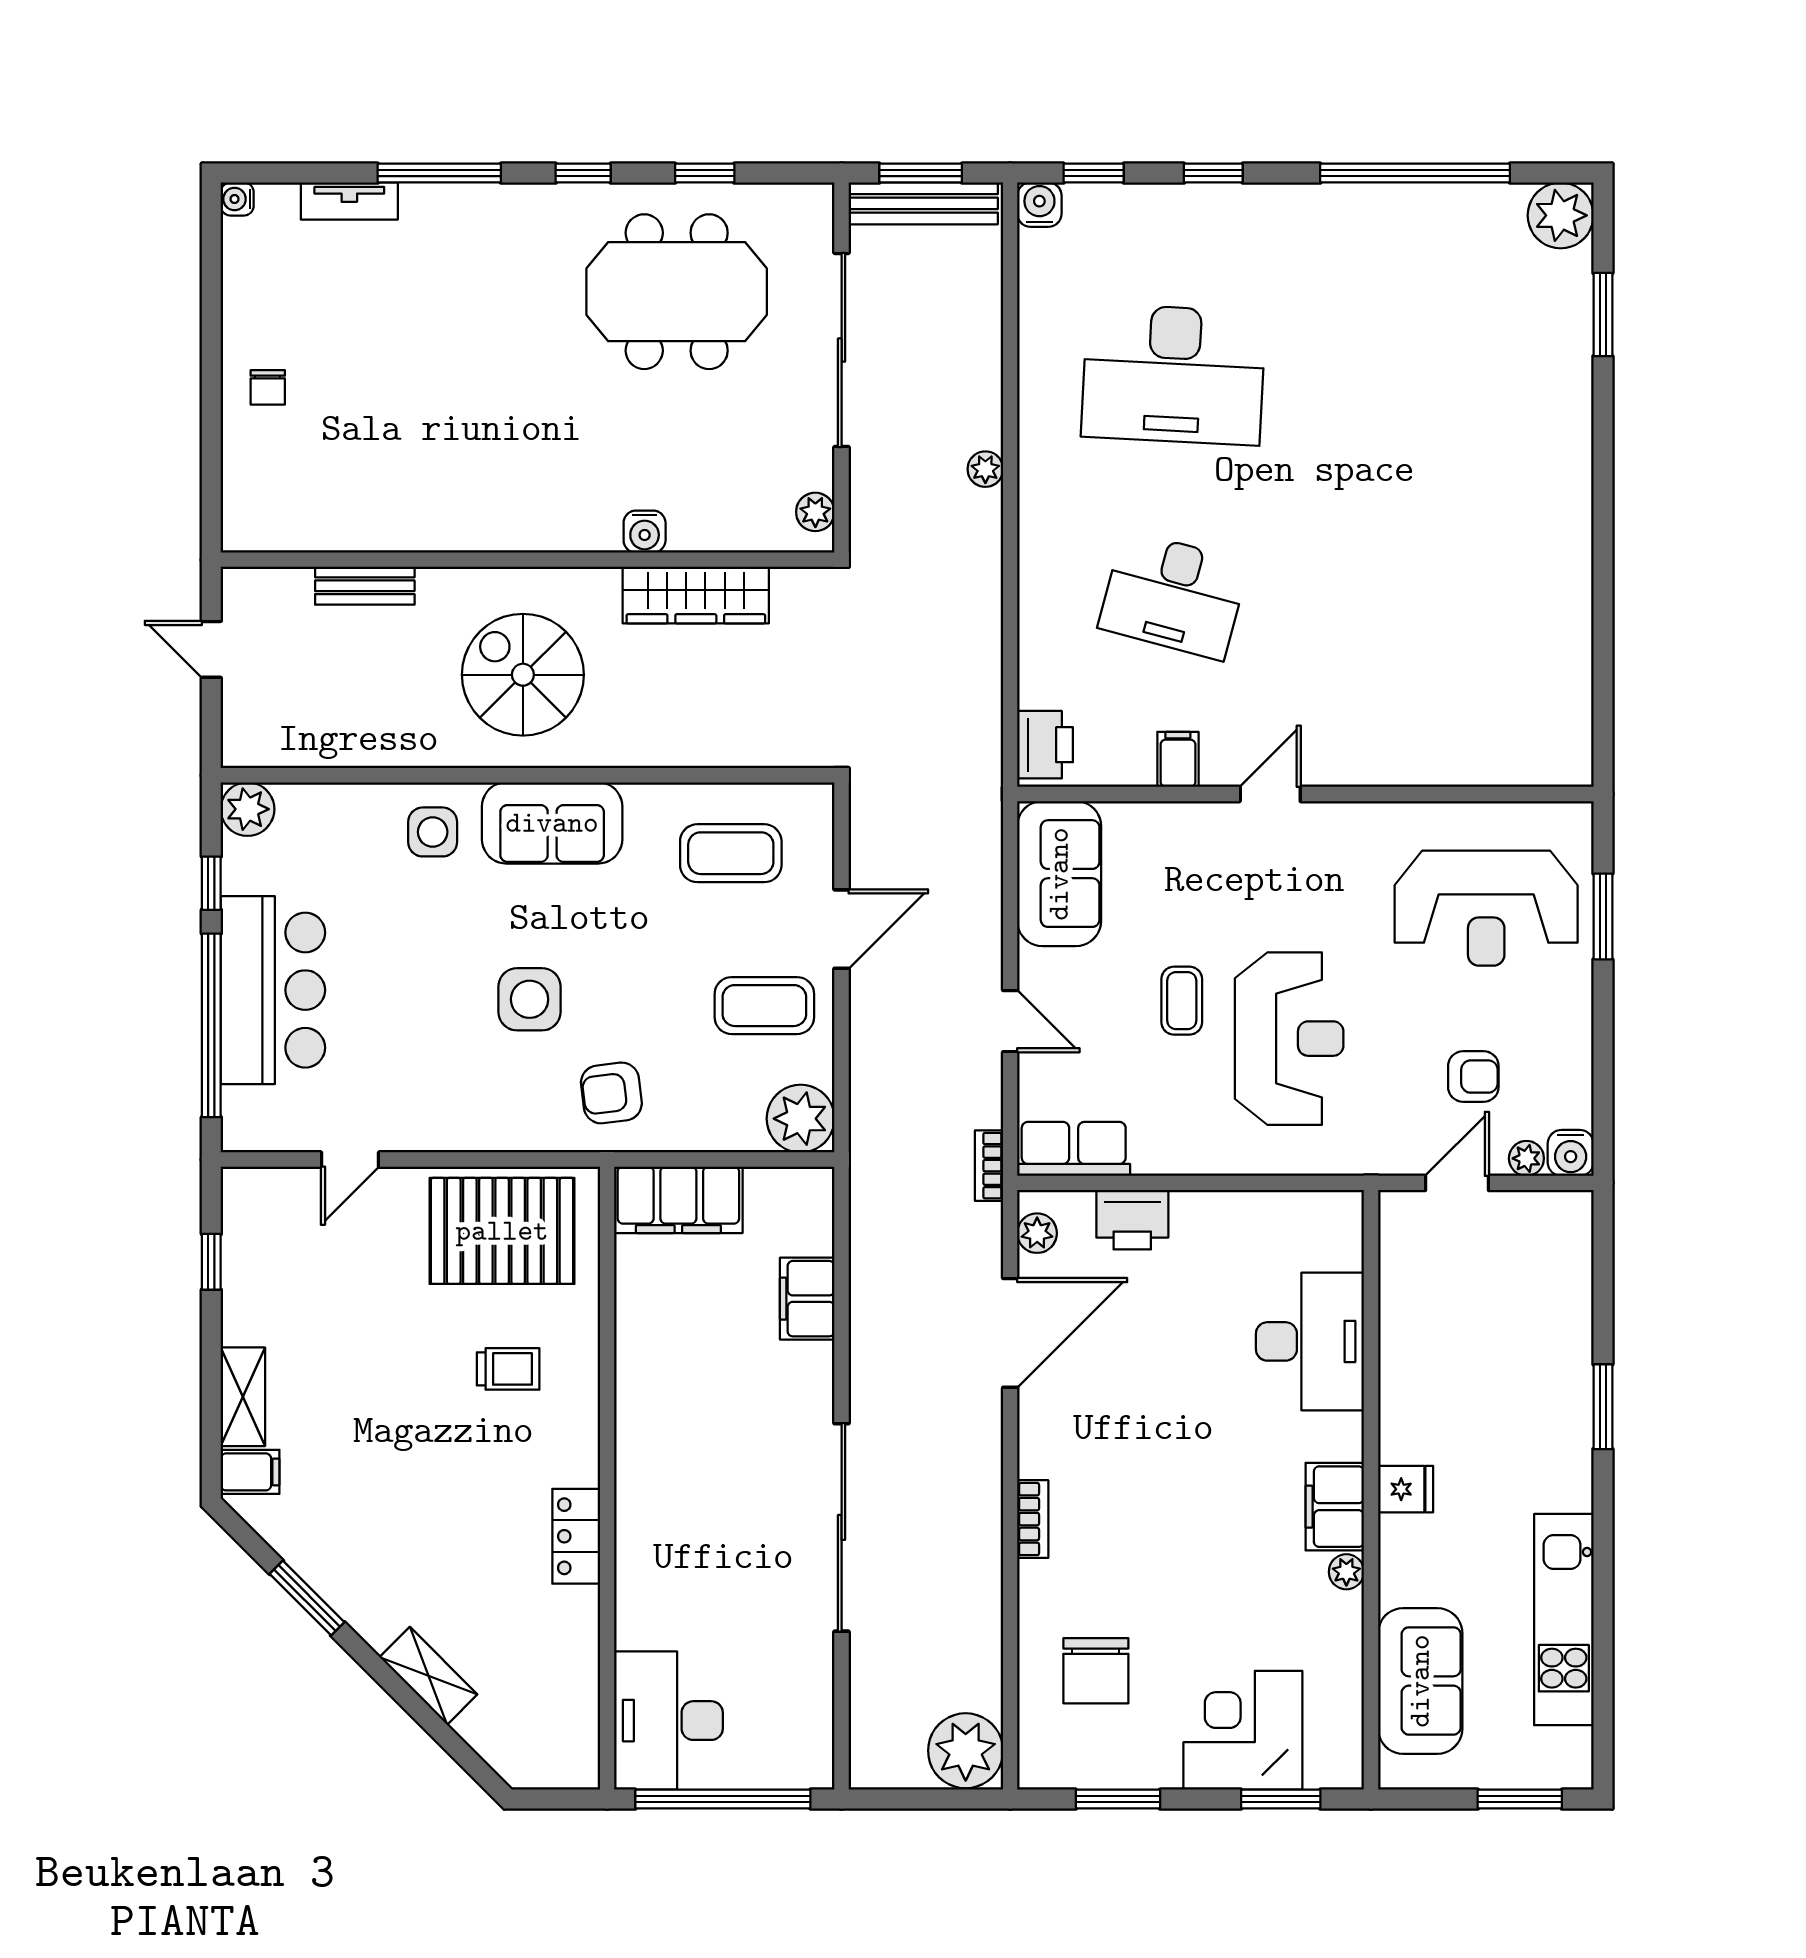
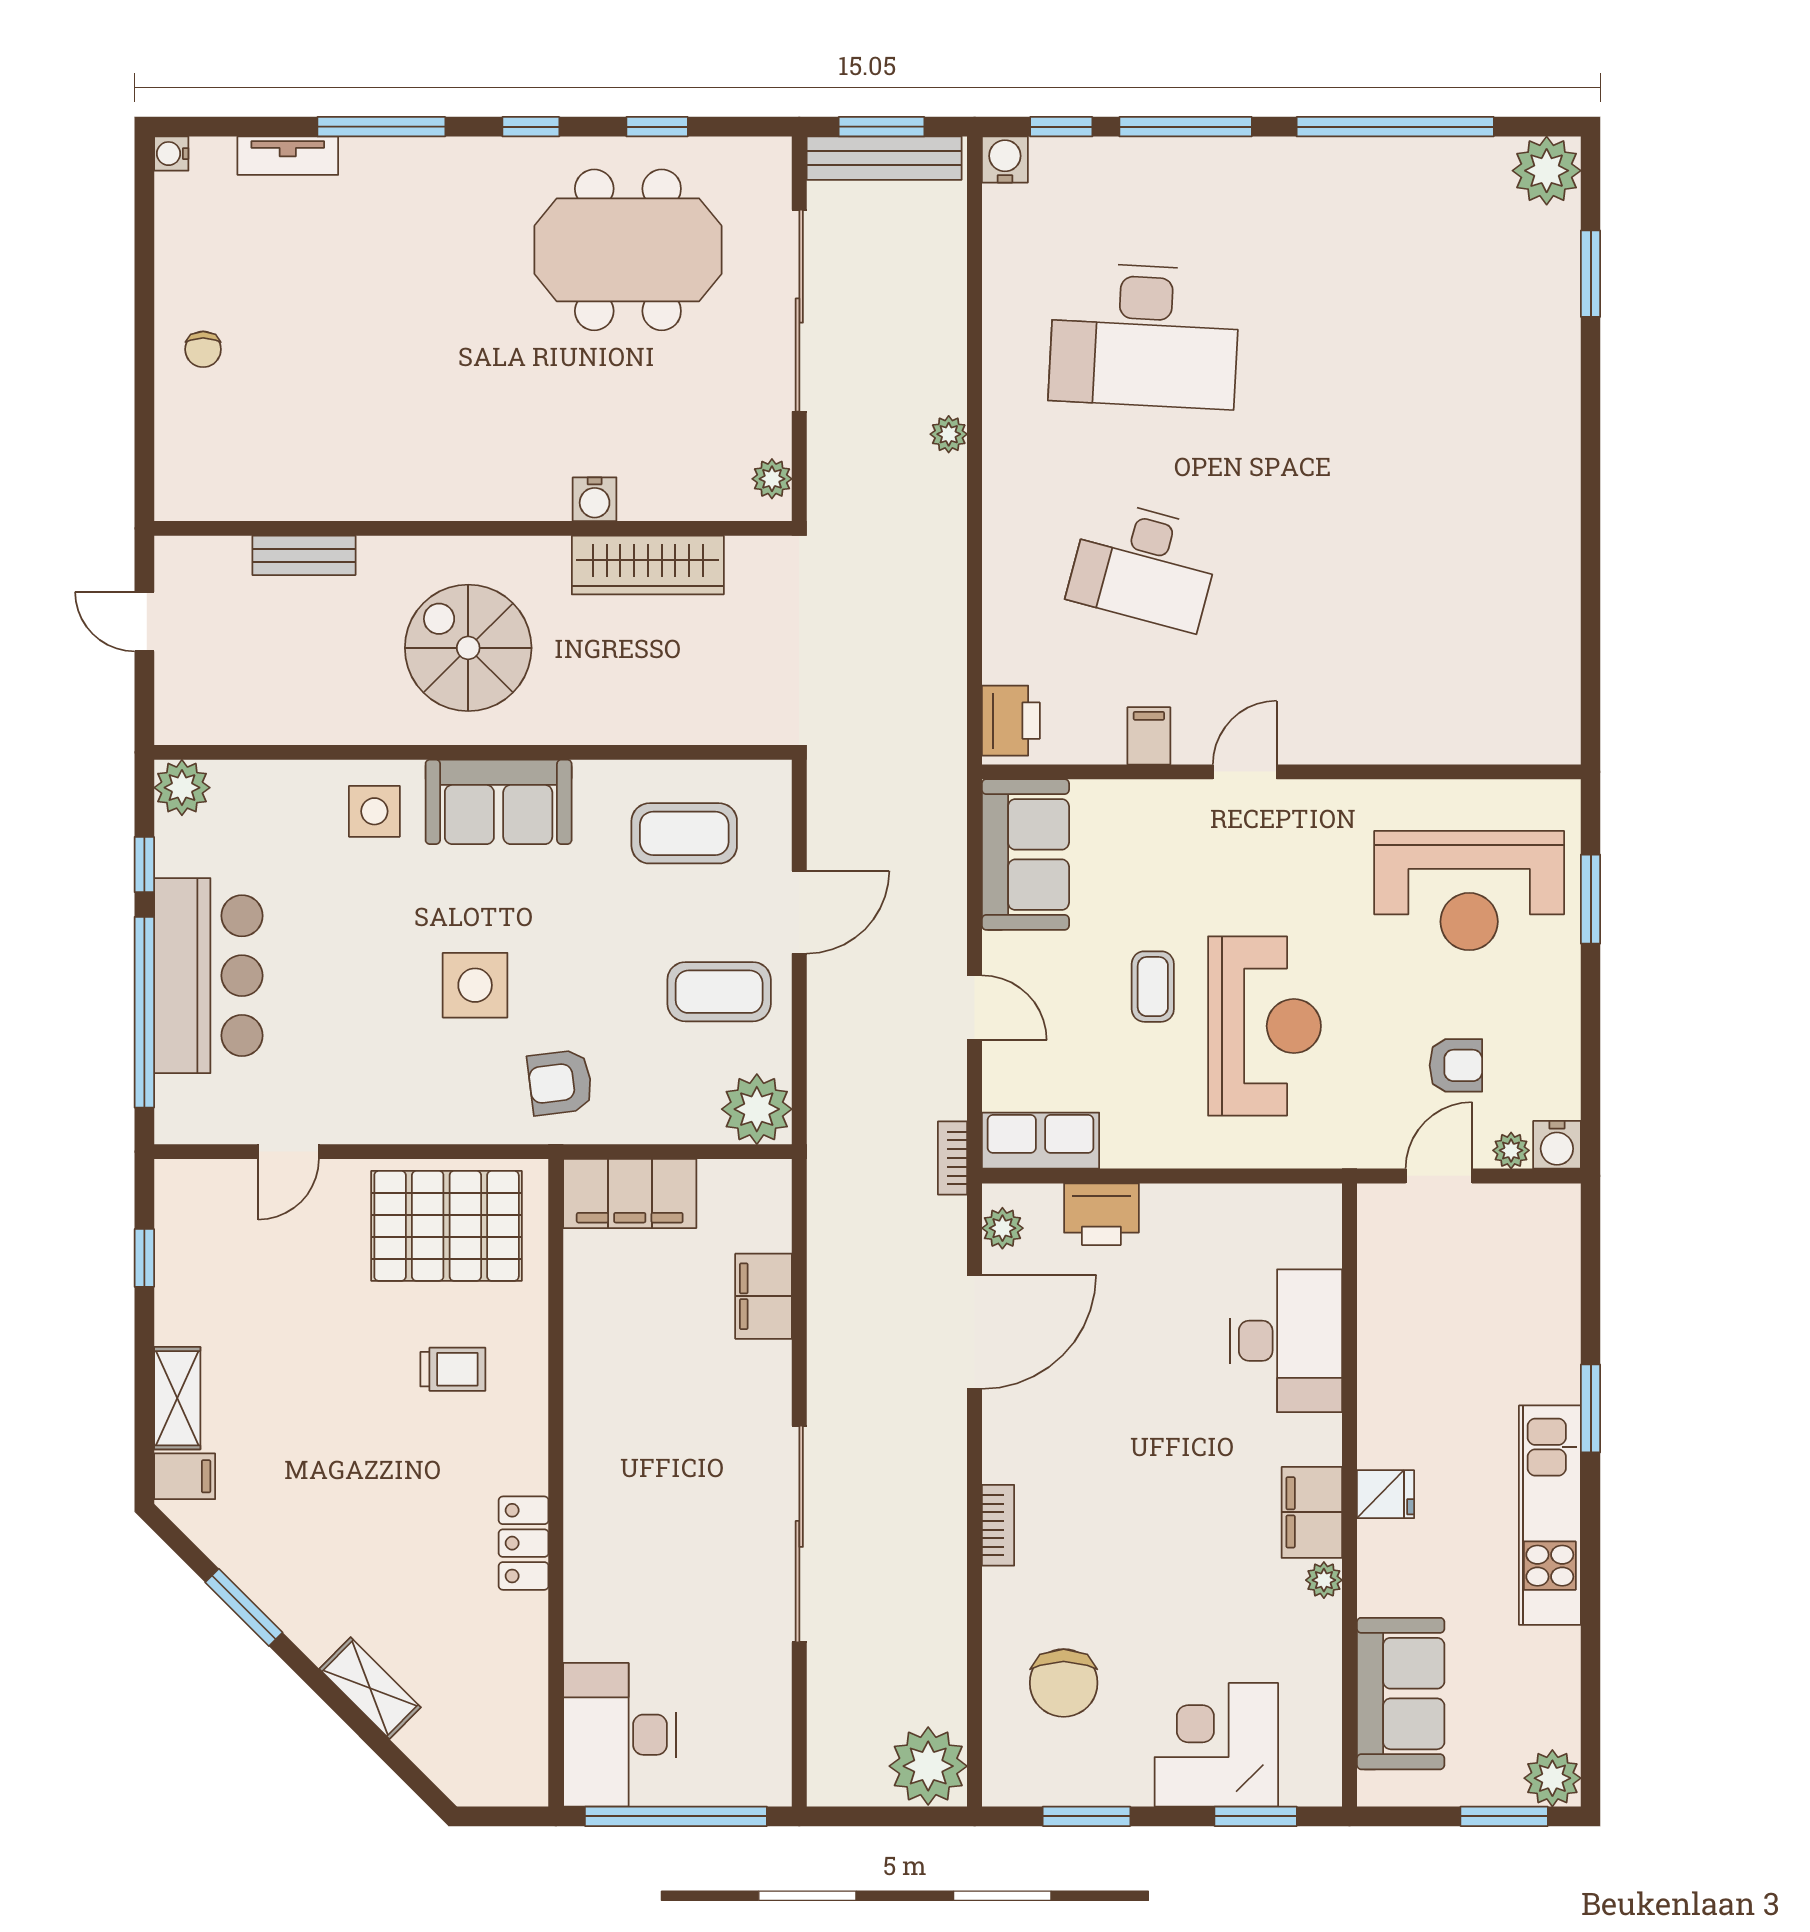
window: (1213, 173) -> (1186, 127), width x2.17
kitchen unit: (1564, 1620) -> (1550, 1515), moved
plant: (1566, 1762) -> (1552, 1778), added

